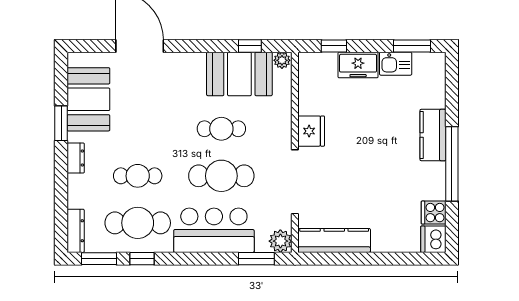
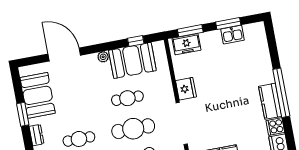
window: (334, 46) -> (190, 31), width x1.50
window: (412, 46) -> (228, 24), moved
plant: (282, 60) -> (103, 57), moved
freezer: (358, 65) -> (187, 44), moved
kitchen counter: (433, 135) -> (270, 101), moved

